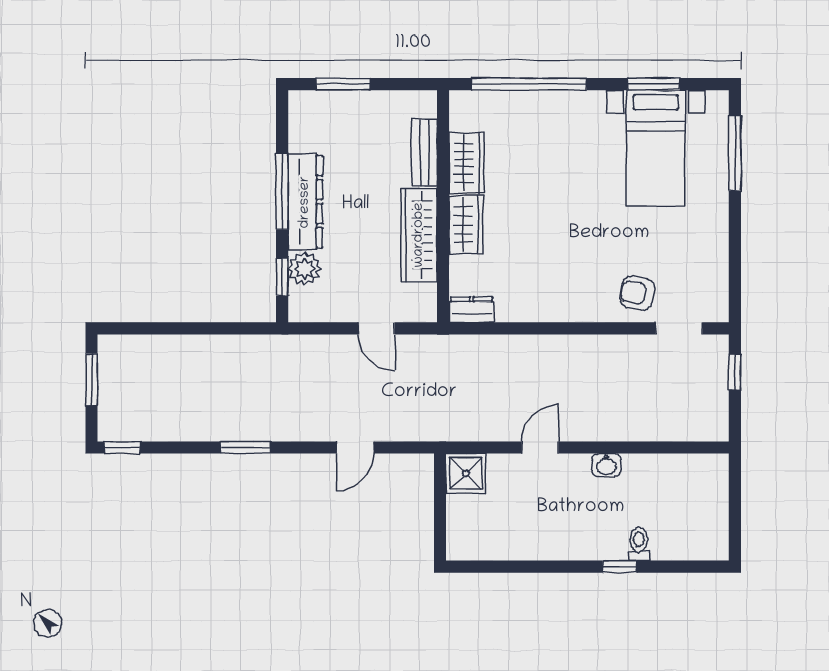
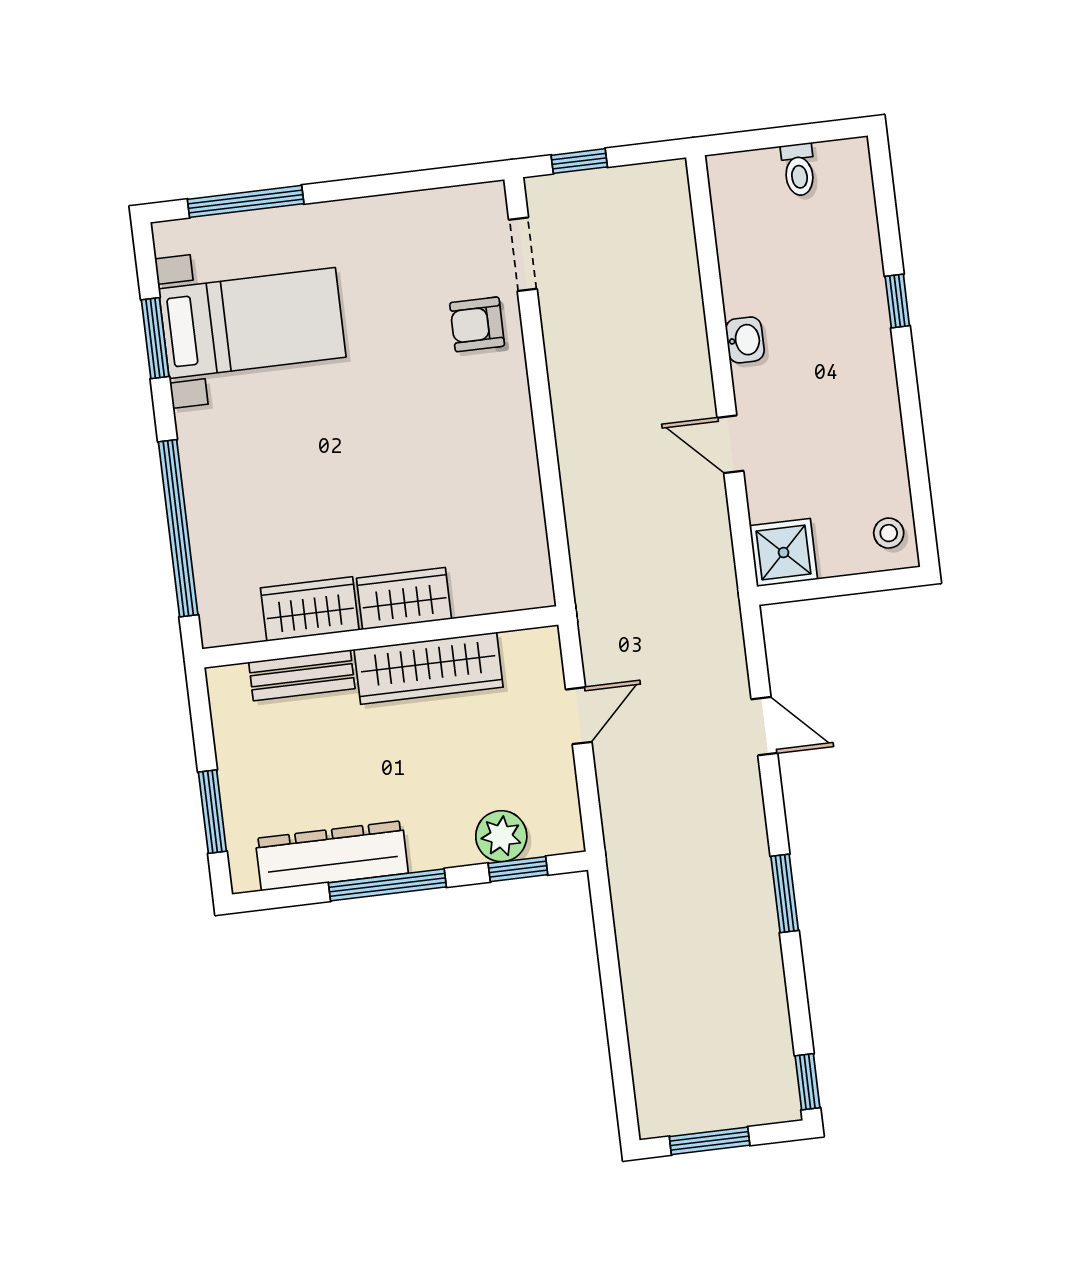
dresser: (305, 202) -> (332, 856), moved
armchair: (637, 293) -> (477, 324), turned 78
dresser: (472, 310) -> (533, 574), removed
stool: (470, 543) -> (889, 533), added
toilet: (639, 544) -> (799, 170), moved, turned -90

